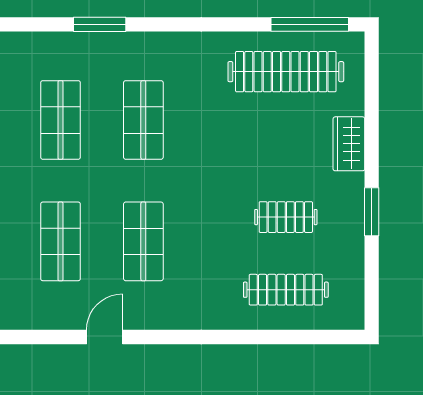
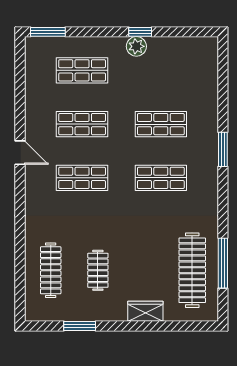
window: (310, 24) -> (223, 263), moved
window: (372, 212) -> (80, 326), moved

